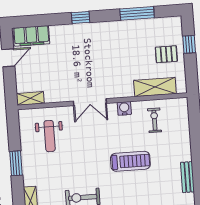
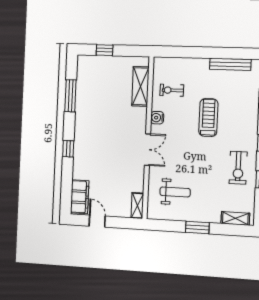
pallet: (166, 54) -> (111, 72), removed
bench: (187, 177) -> (230, 64), width x1.36

